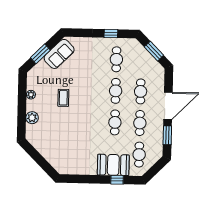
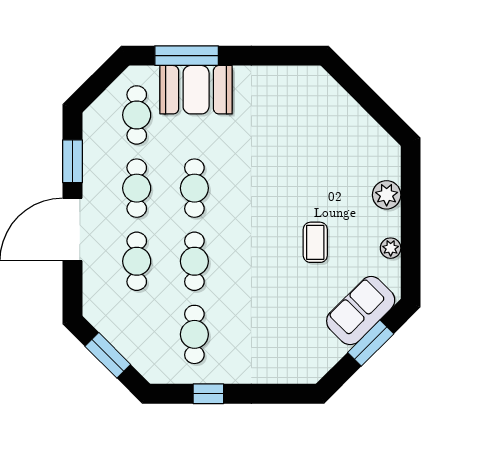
sofa: (59, 54) -> (361, 311), moved
window: (117, 180) -> (187, 56), width x2.17

